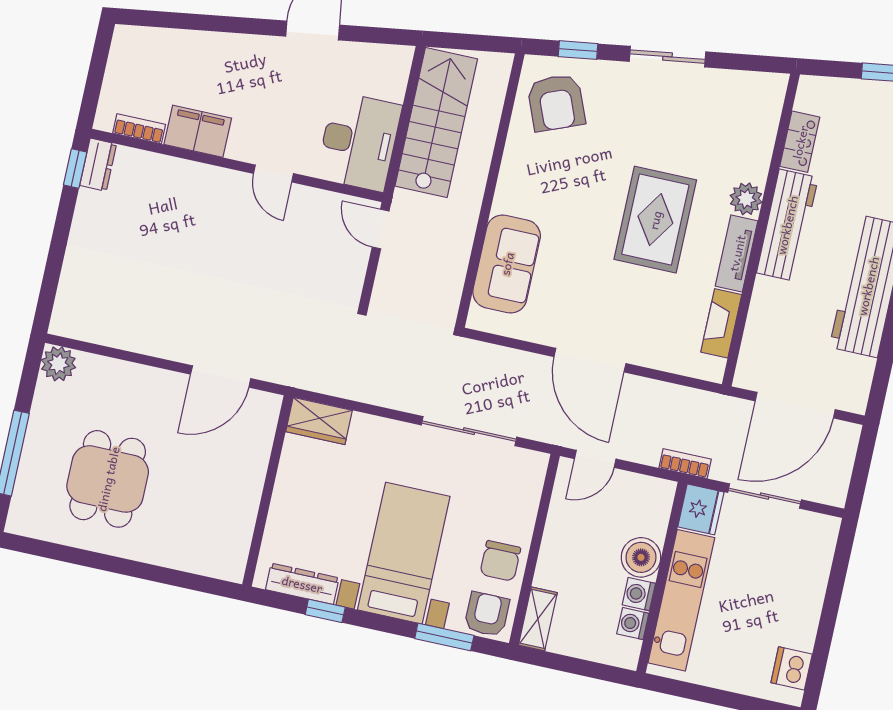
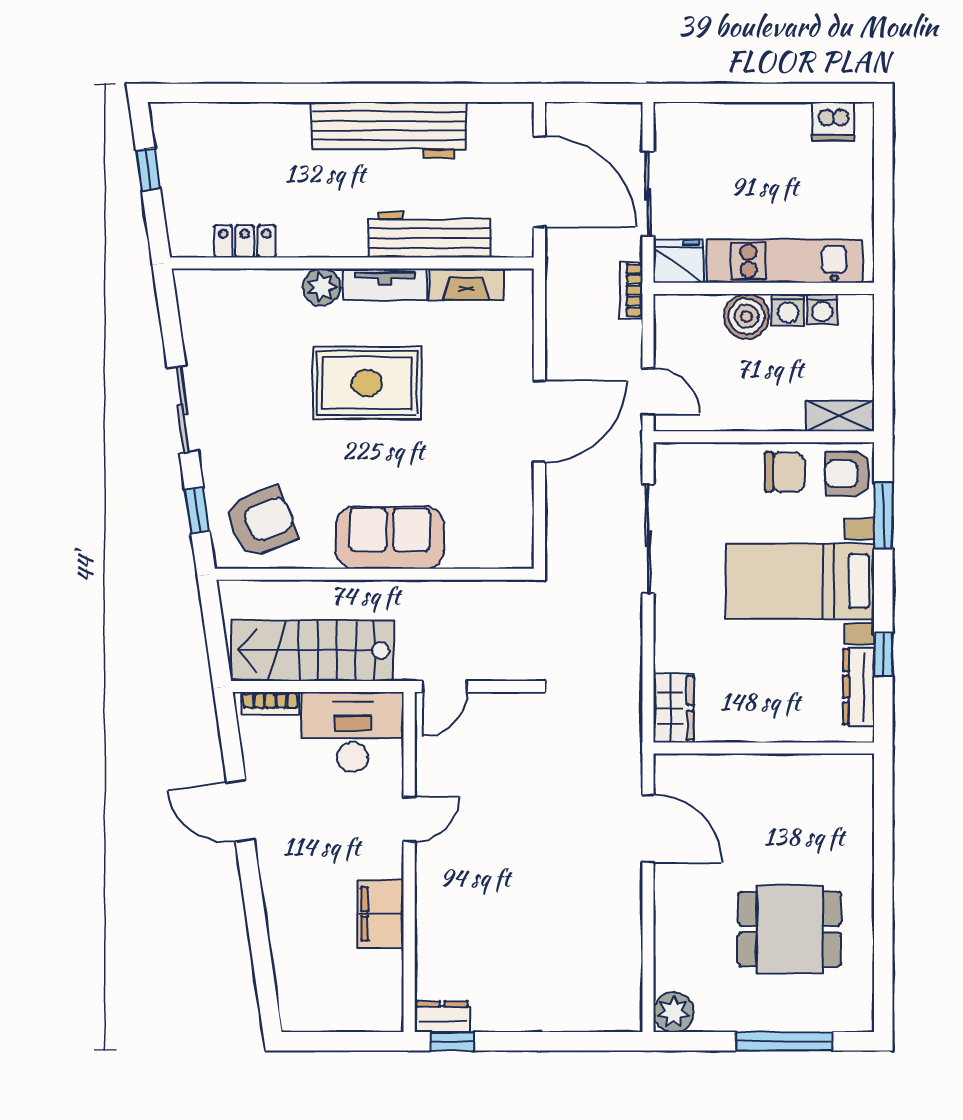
bookcase: (139, 129) -> (270, 703), moved, turned -90
workbench: (787, 225) -> (429, 235), moved
sofa: (507, 264) -> (390, 538), moved

